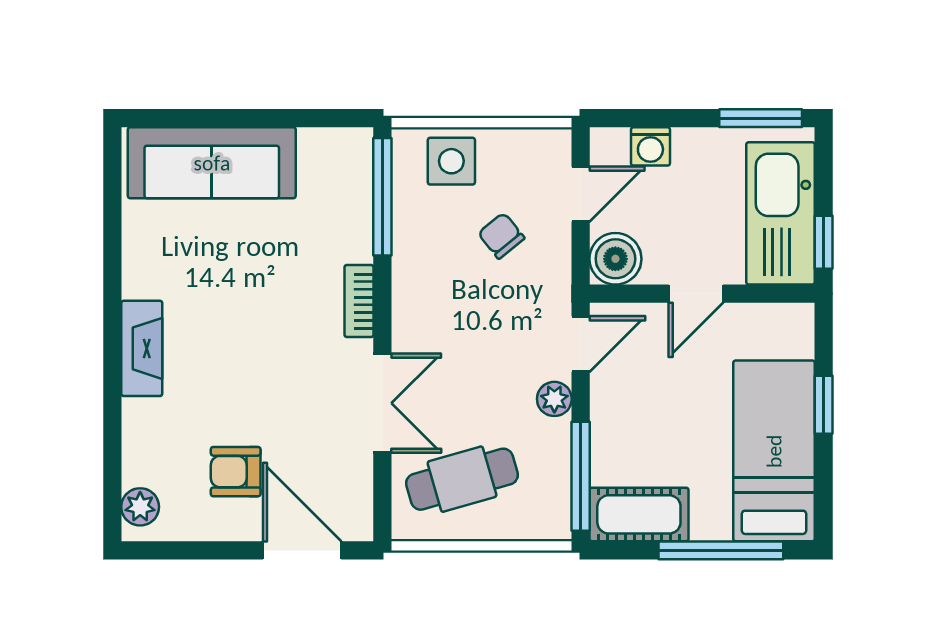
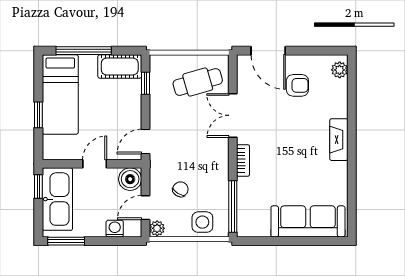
chair: (501, 236) -> (180, 189), turned -109
plant: (554, 399) -> (157, 228), moved
window: (581, 476) -> (145, 83), width x0.46

